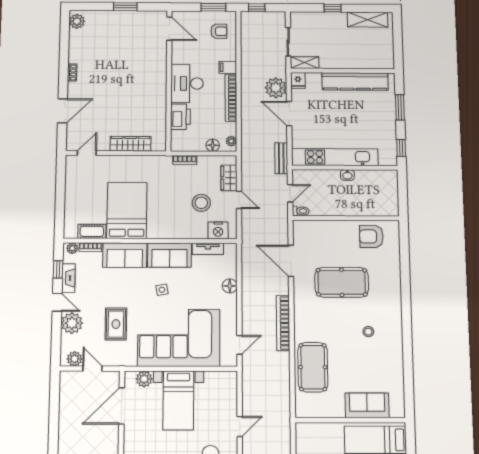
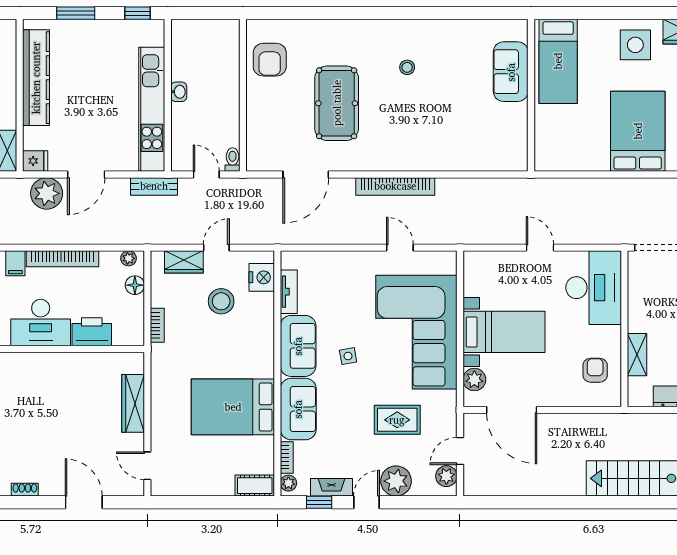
cot: (92, 231) -> (255, 486), moved, turned 90
floor lamp: (230, 286) -> (342, 261), removed
door: (239, 345) -> (400, 248), moved
pool table: (313, 367) -> (457, 146), removed

